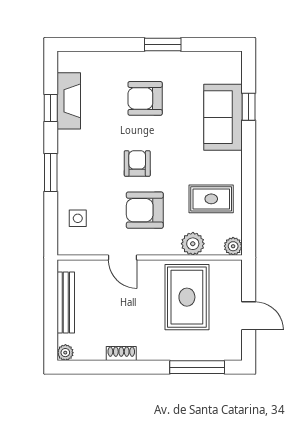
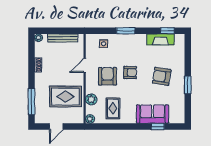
armchair: (145, 98) -> (162, 76), turned -81
window: (51, 108) -> (167, 31), moved

